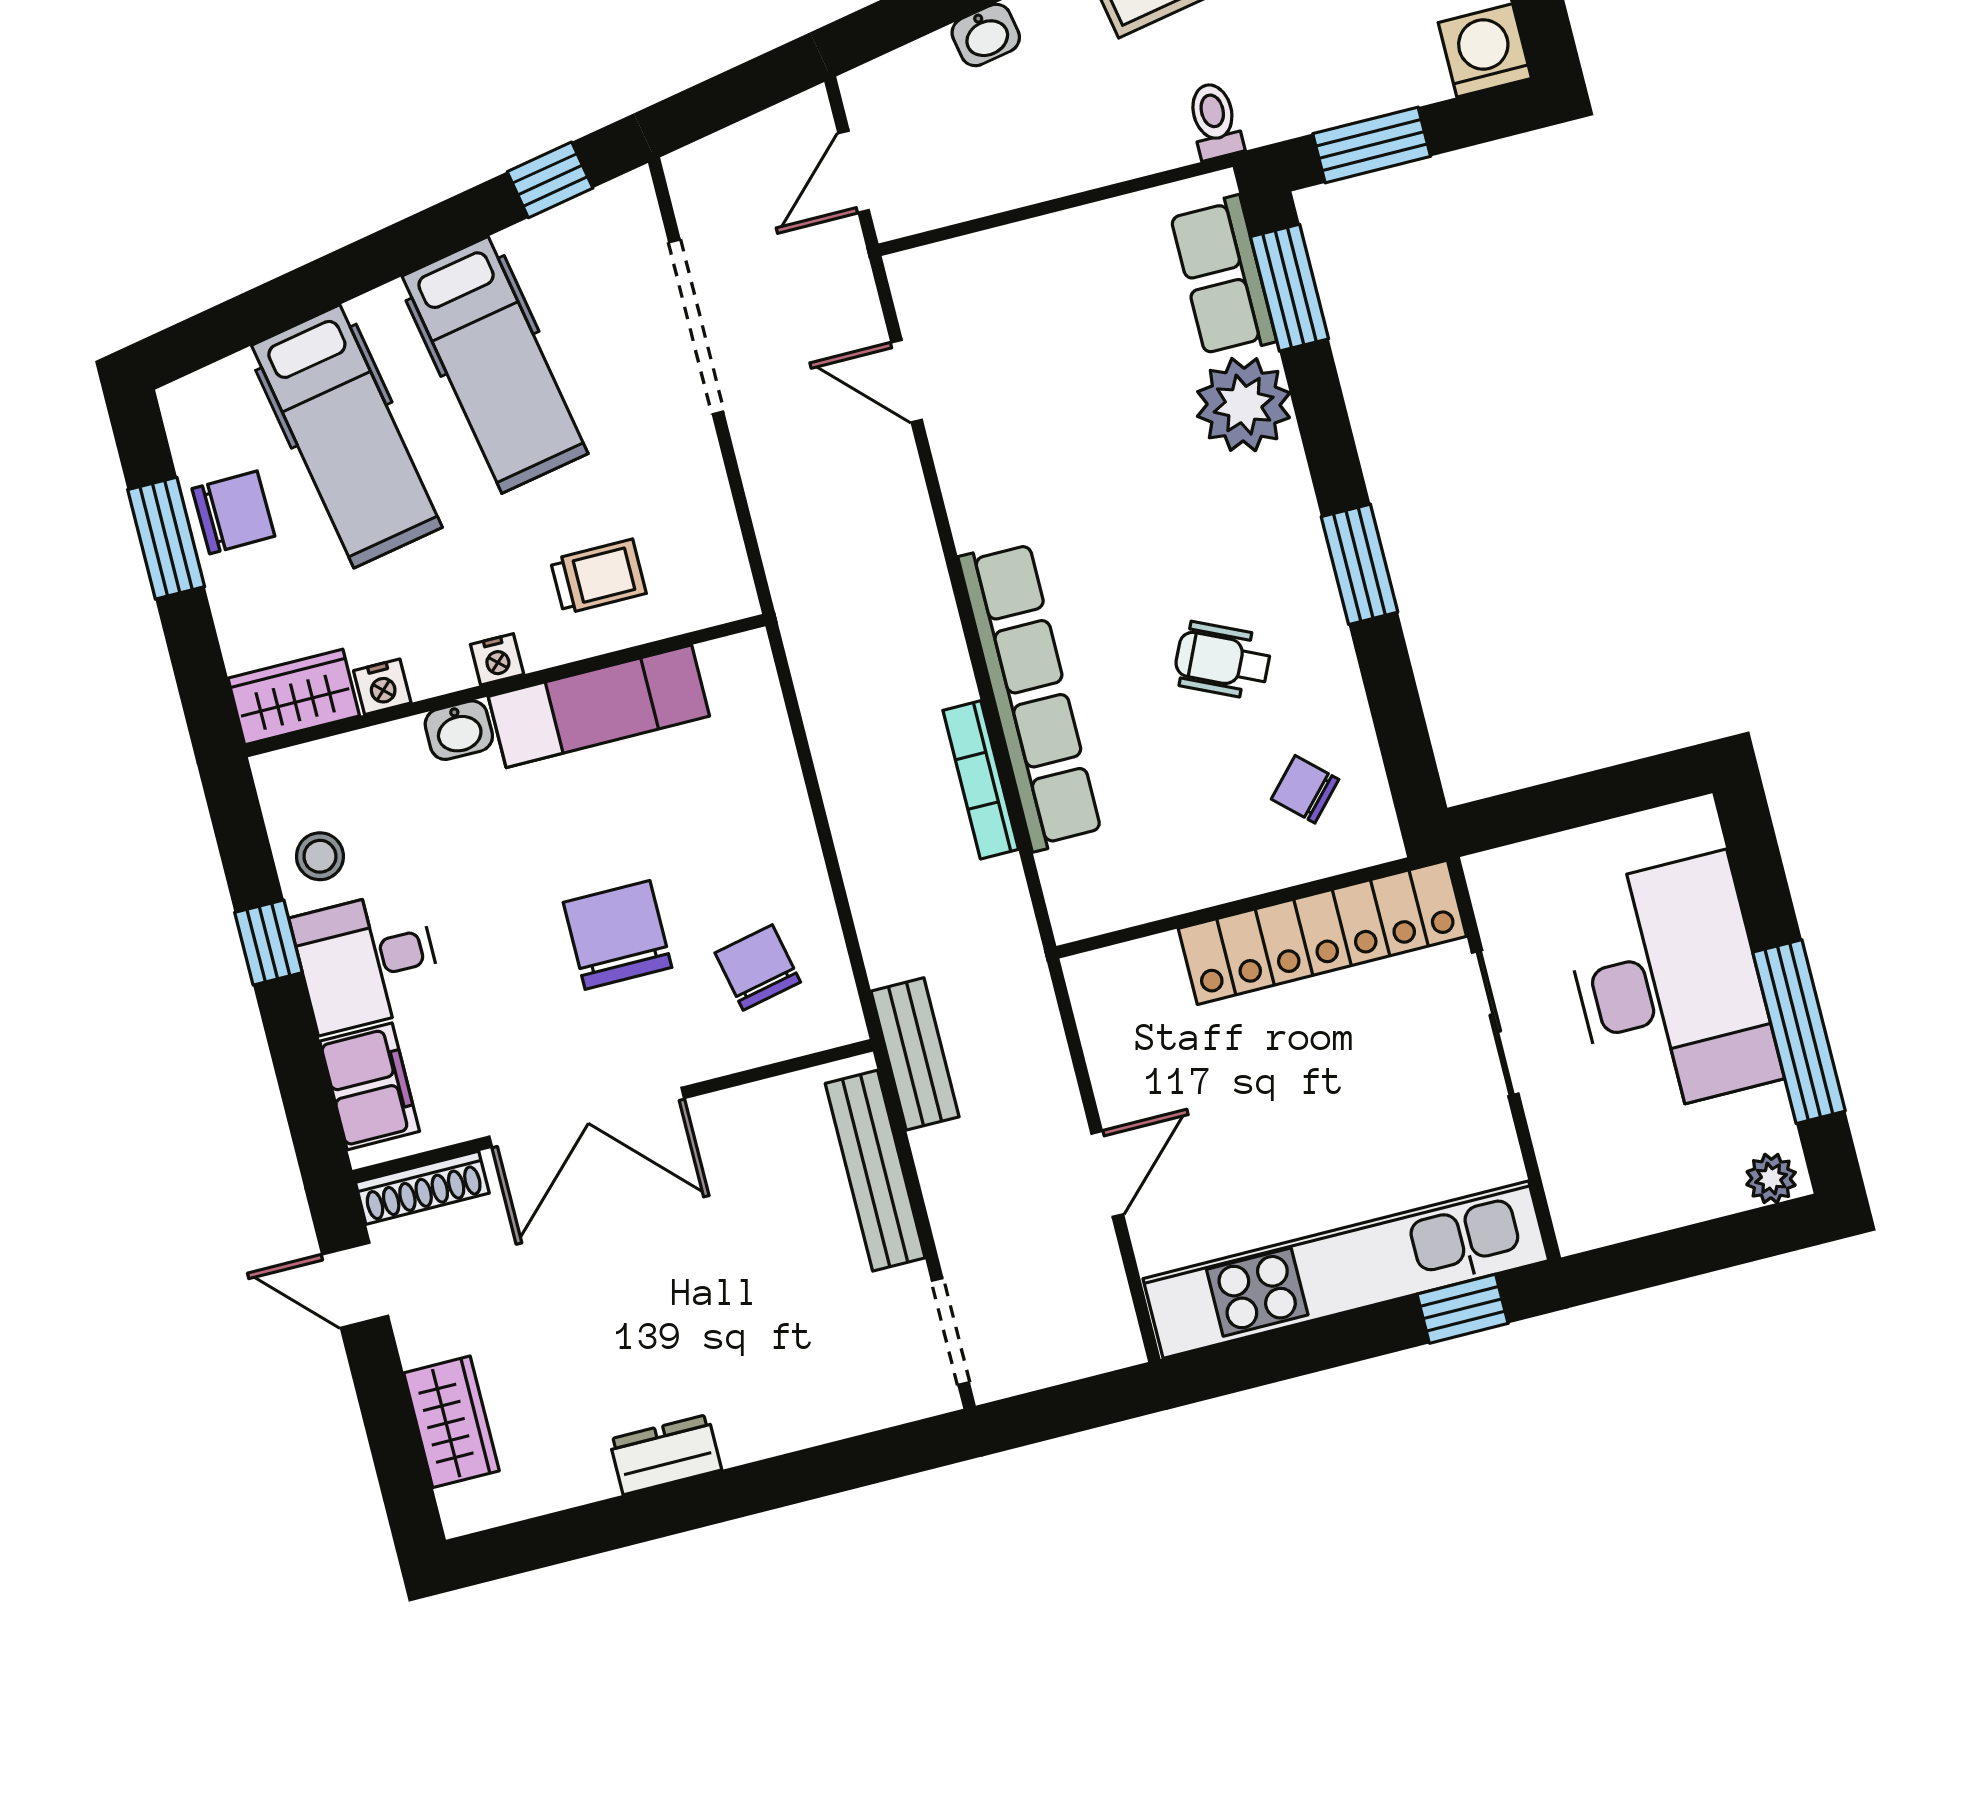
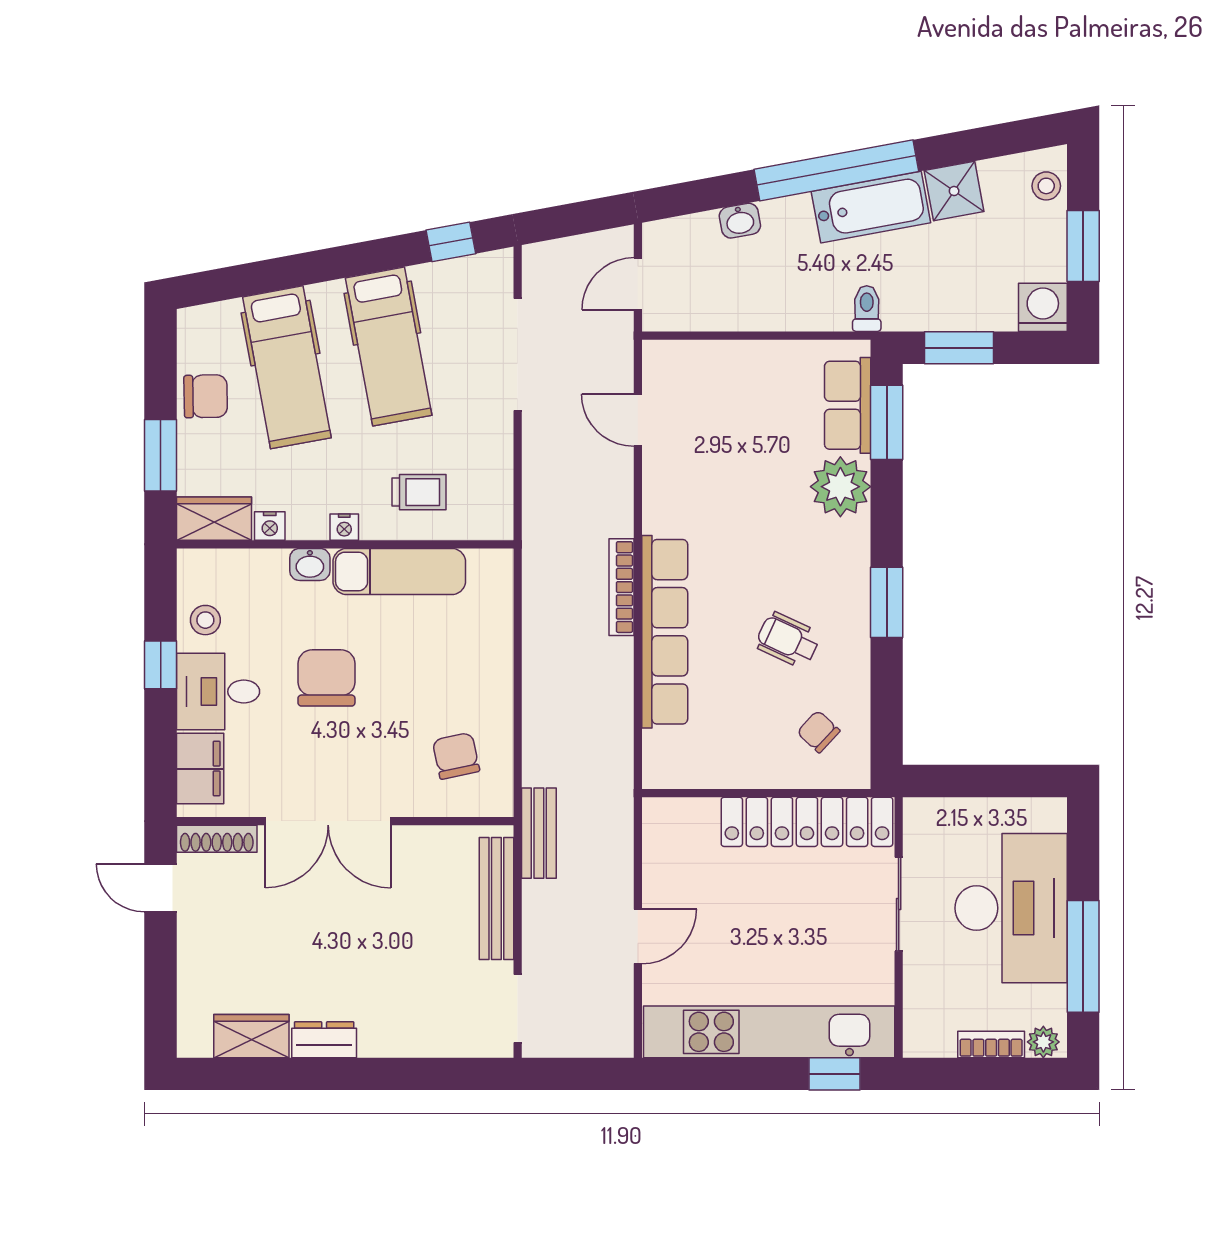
window: (166, 538) -> (161, 455), moved
bookcase: (981, 780) -> (621, 587), moved
chair: (618, 935) -> (326, 678), moved
bookcase: (1692, 1203) -> (991, 1045), added
wardrobe: (451, 1422) -> (251, 1036), moved, turned -90

